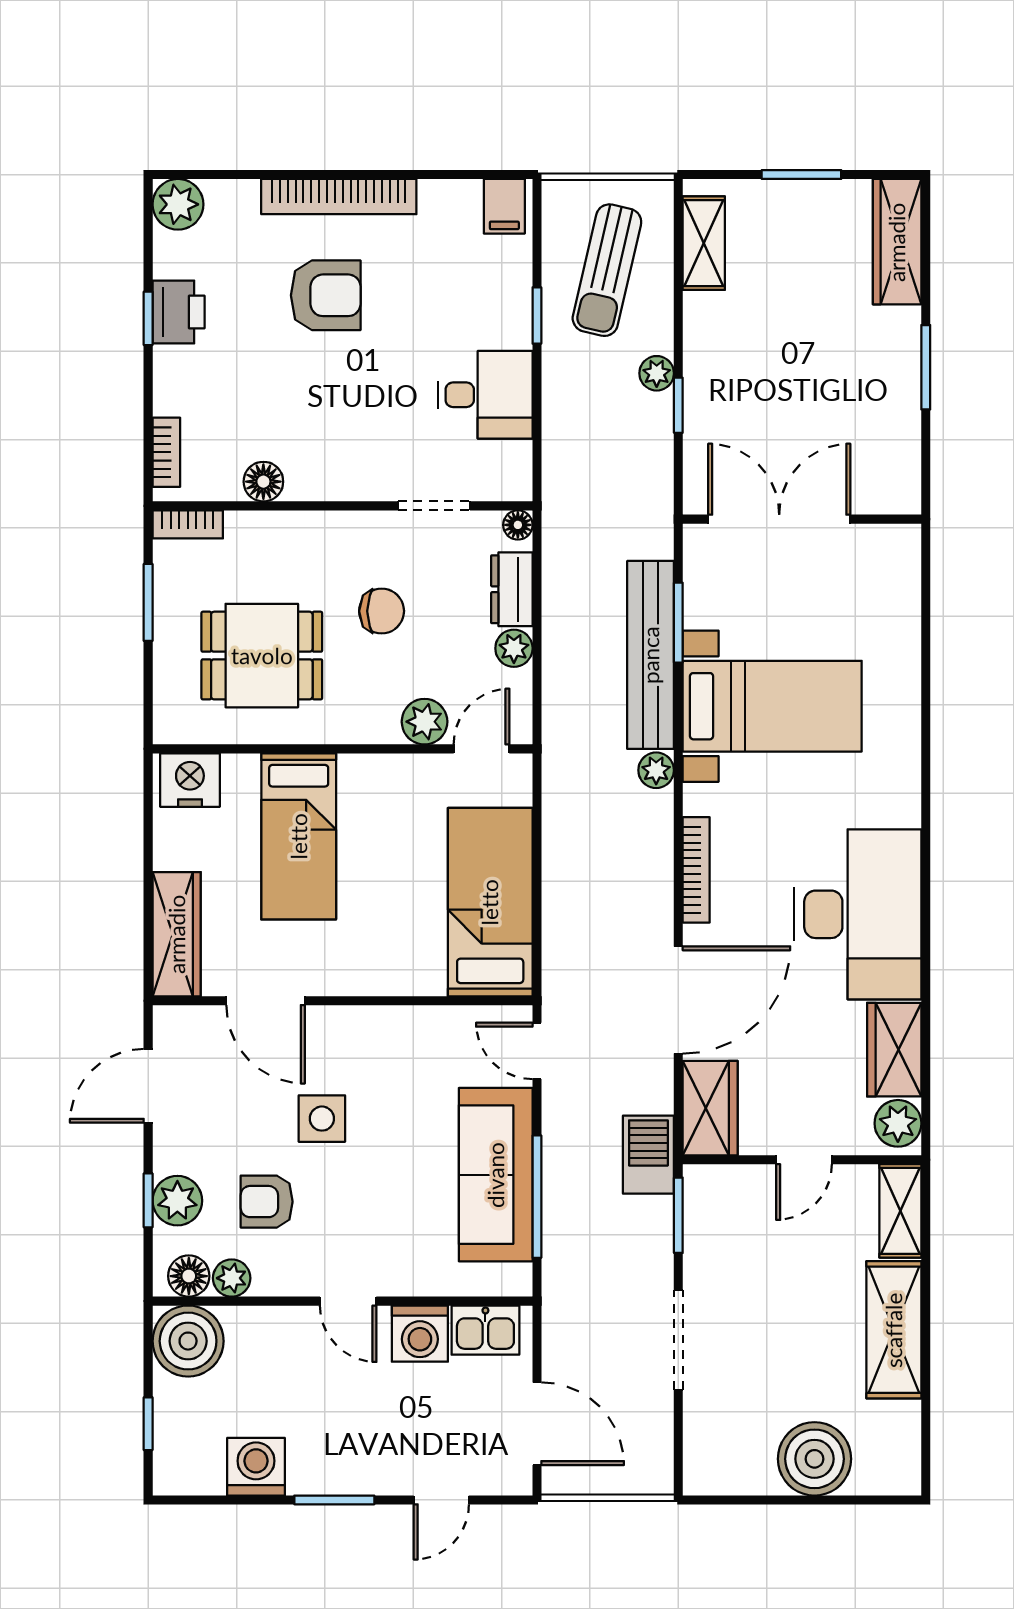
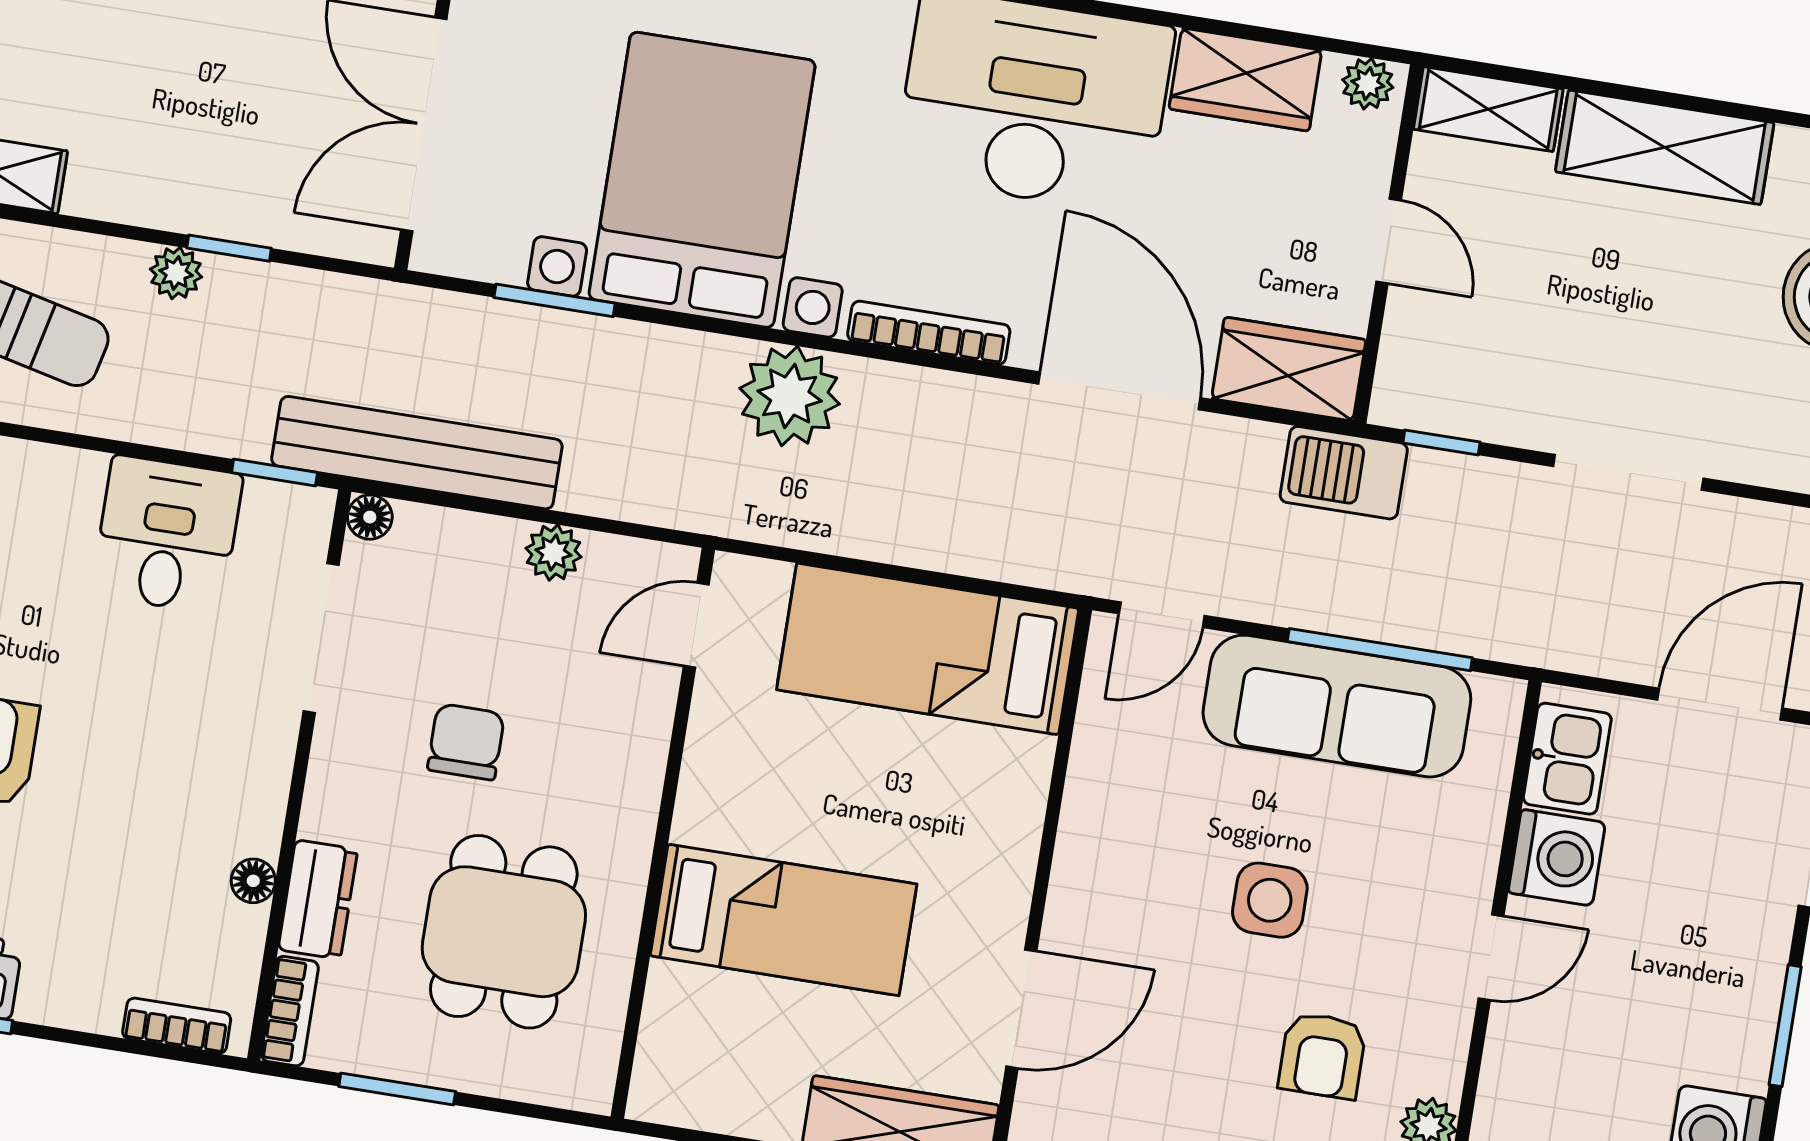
window: (537, 315) -> (275, 473), moved
floor lamp: (263, 482) -> (253, 881), width x0.73, depth x0.73
doorway: (434, 506) -> (321, 638), width x1.38
dresser: (512, 589) -> (318, 899), moved, turned -90
bench: (651, 655) -> (417, 453), moved
bed with nightstands: (772, 706) -> (702, 180), width x1.36
plant: (425, 722) -> (642, 704), removed
door: (481, 749) -> (696, 625), hinge flipped
plant: (656, 770) -> (790, 396), width x1.88, depth x1.88
nightstand: (190, 780) -> (673, 1069), removed
side table: (322, 1119) -> (1270, 900), moved
plant: (898, 1123) -> (1368, 84), width x0.73, depth x0.73
window: (678, 1215) -> (1442, 442), width x0.67

